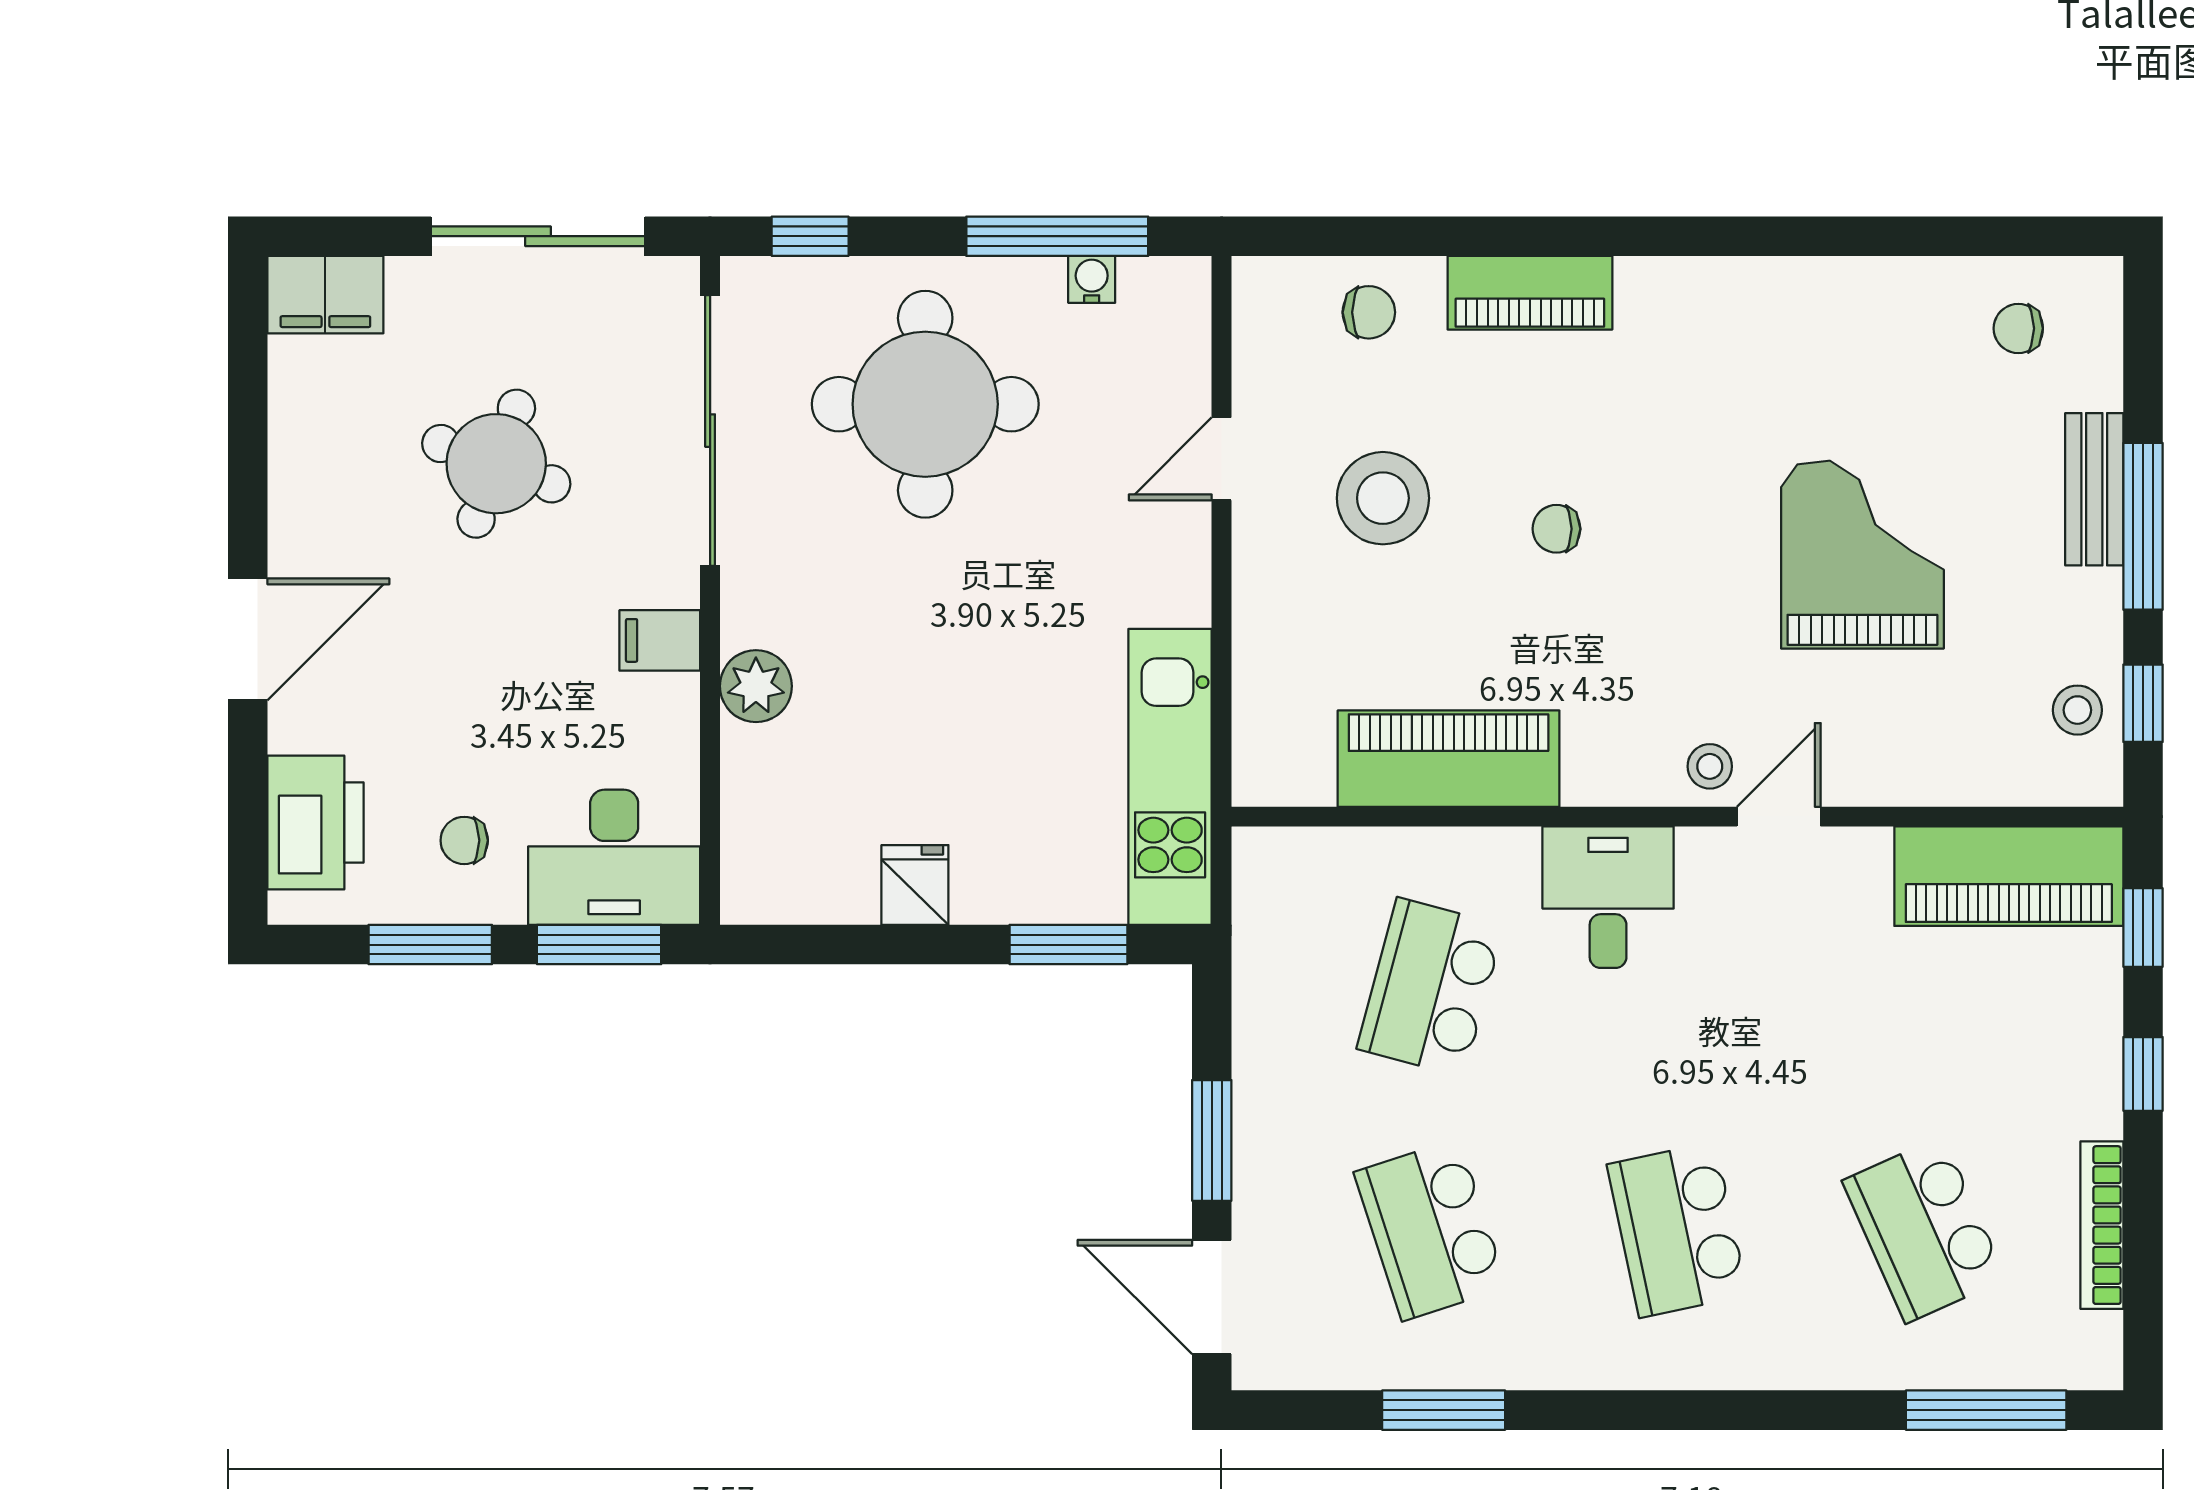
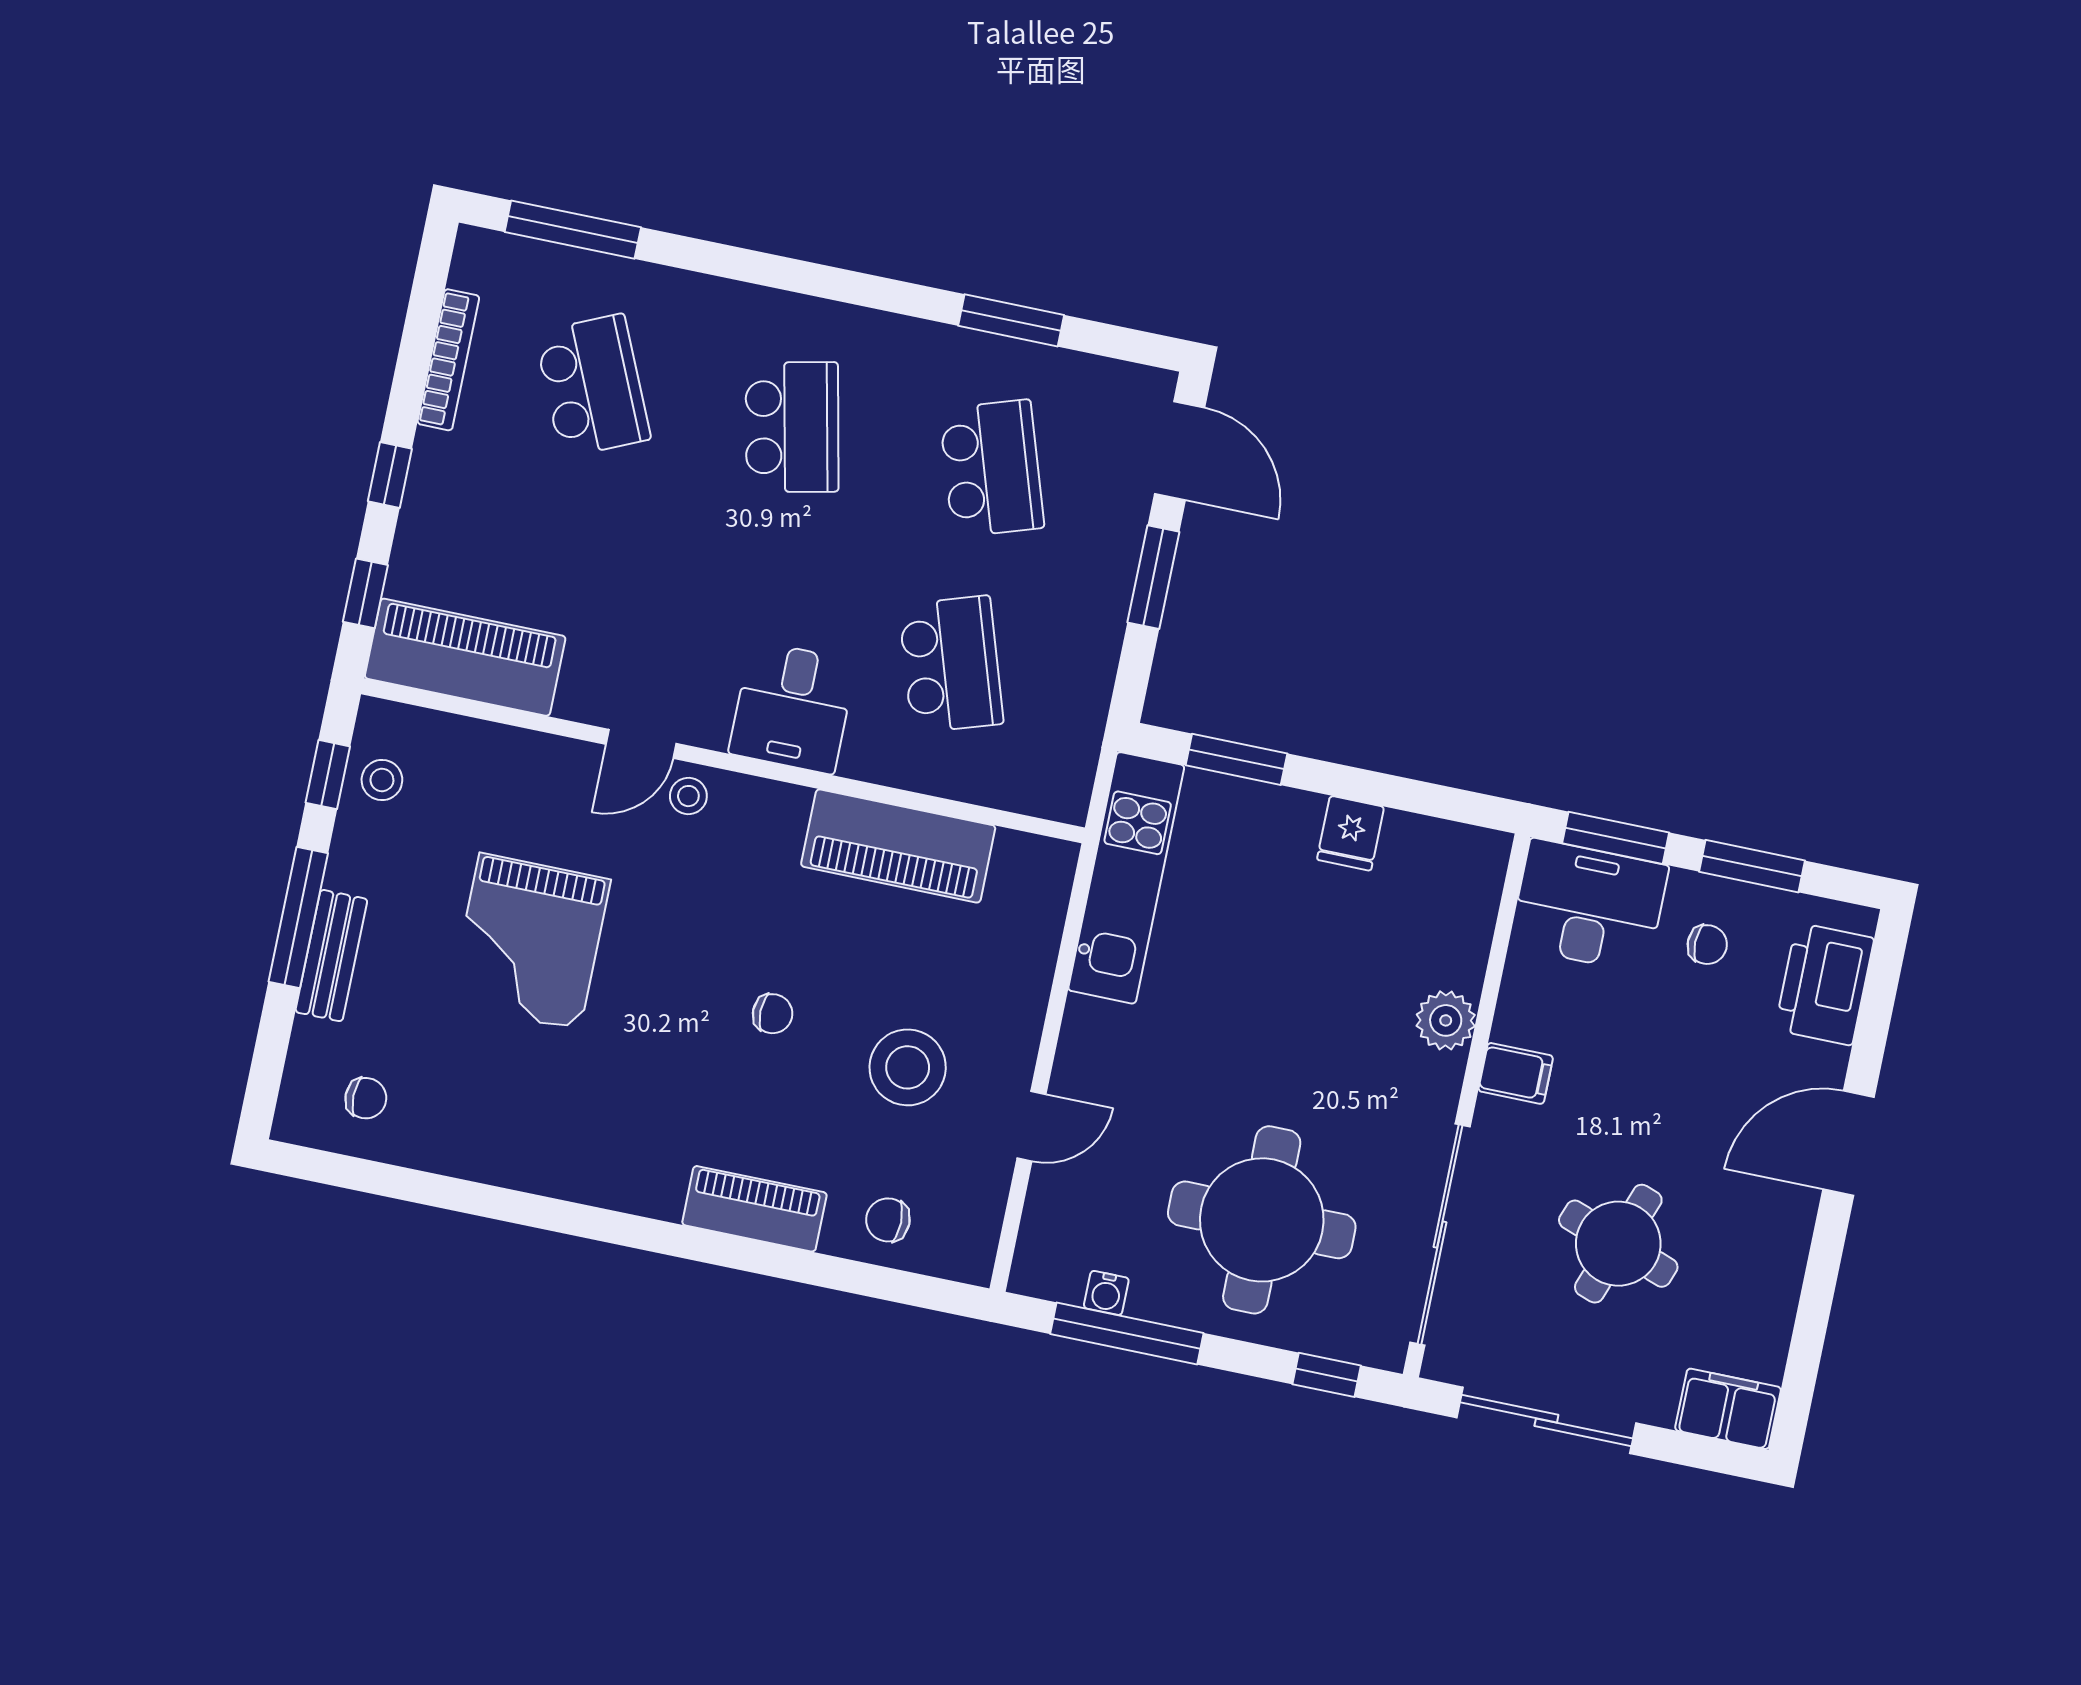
school desk: (1430, 987) -> (951, 664), turned -33

